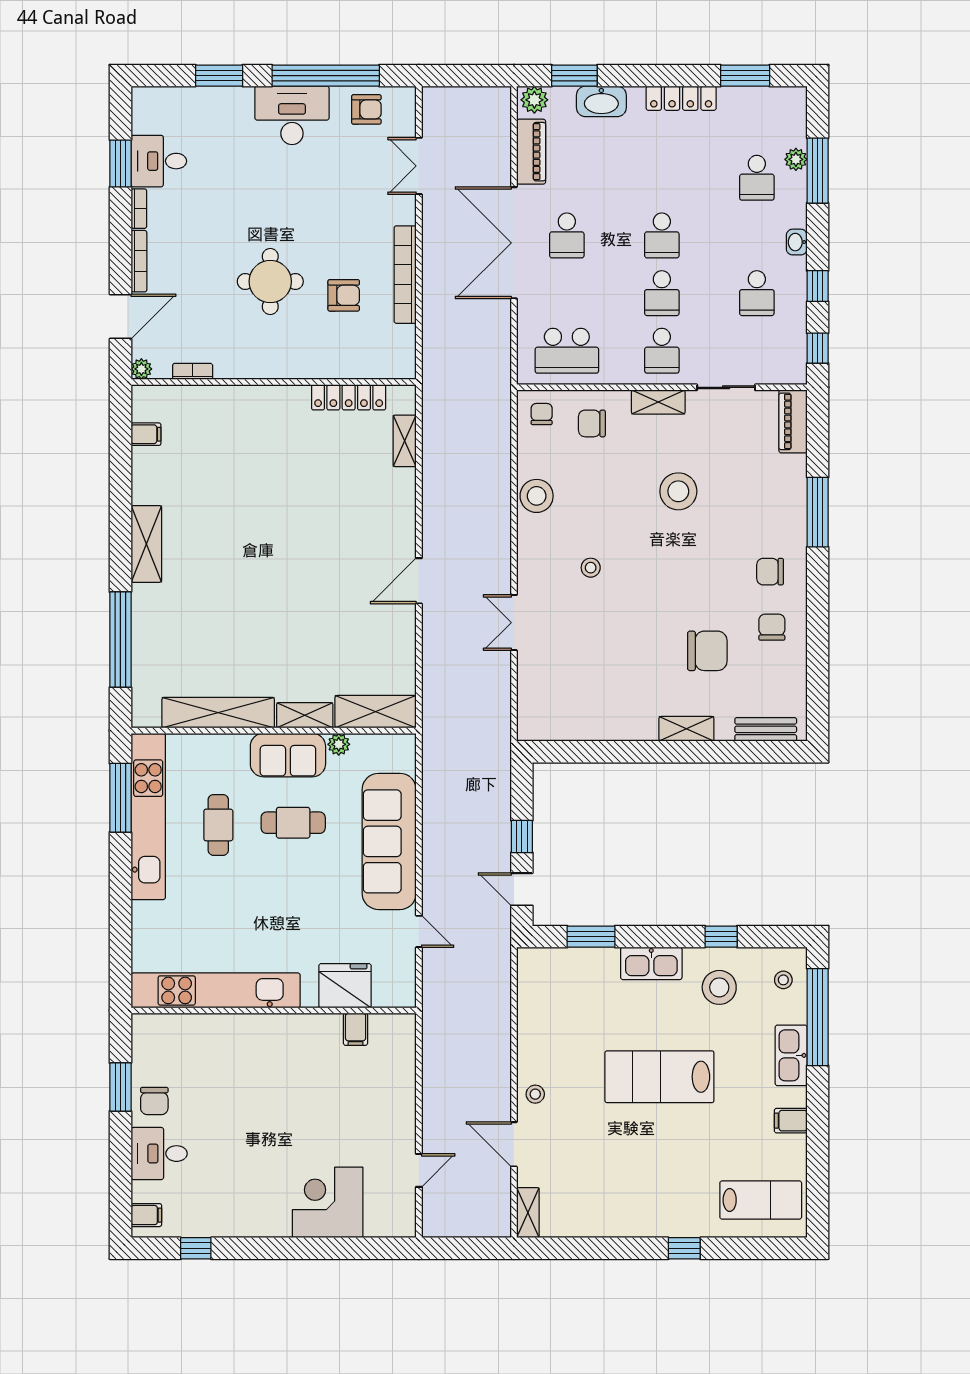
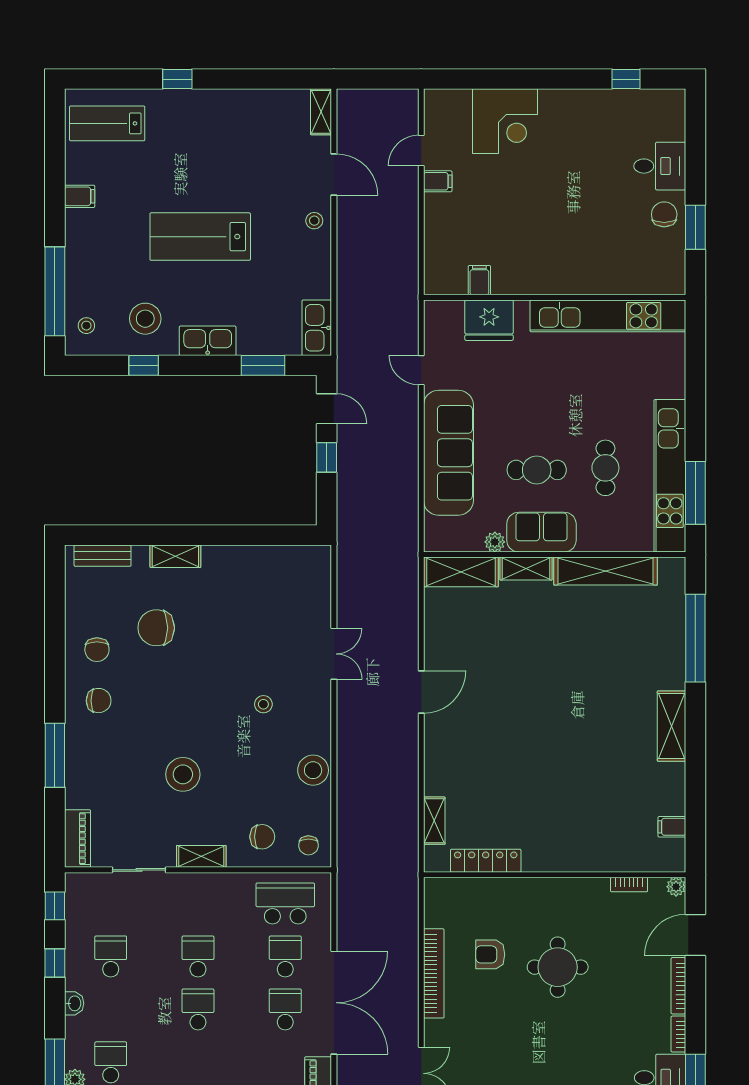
school desk: (662, 351) -> (285, 956), moved
kitchen sink: (791, 1055) -> (317, 328), moved, turned 180
lab bench: (659, 1077) -> (200, 237), turned 180
filing cabinet: (146, 1215) -> (438, 181), moved, turned 180

